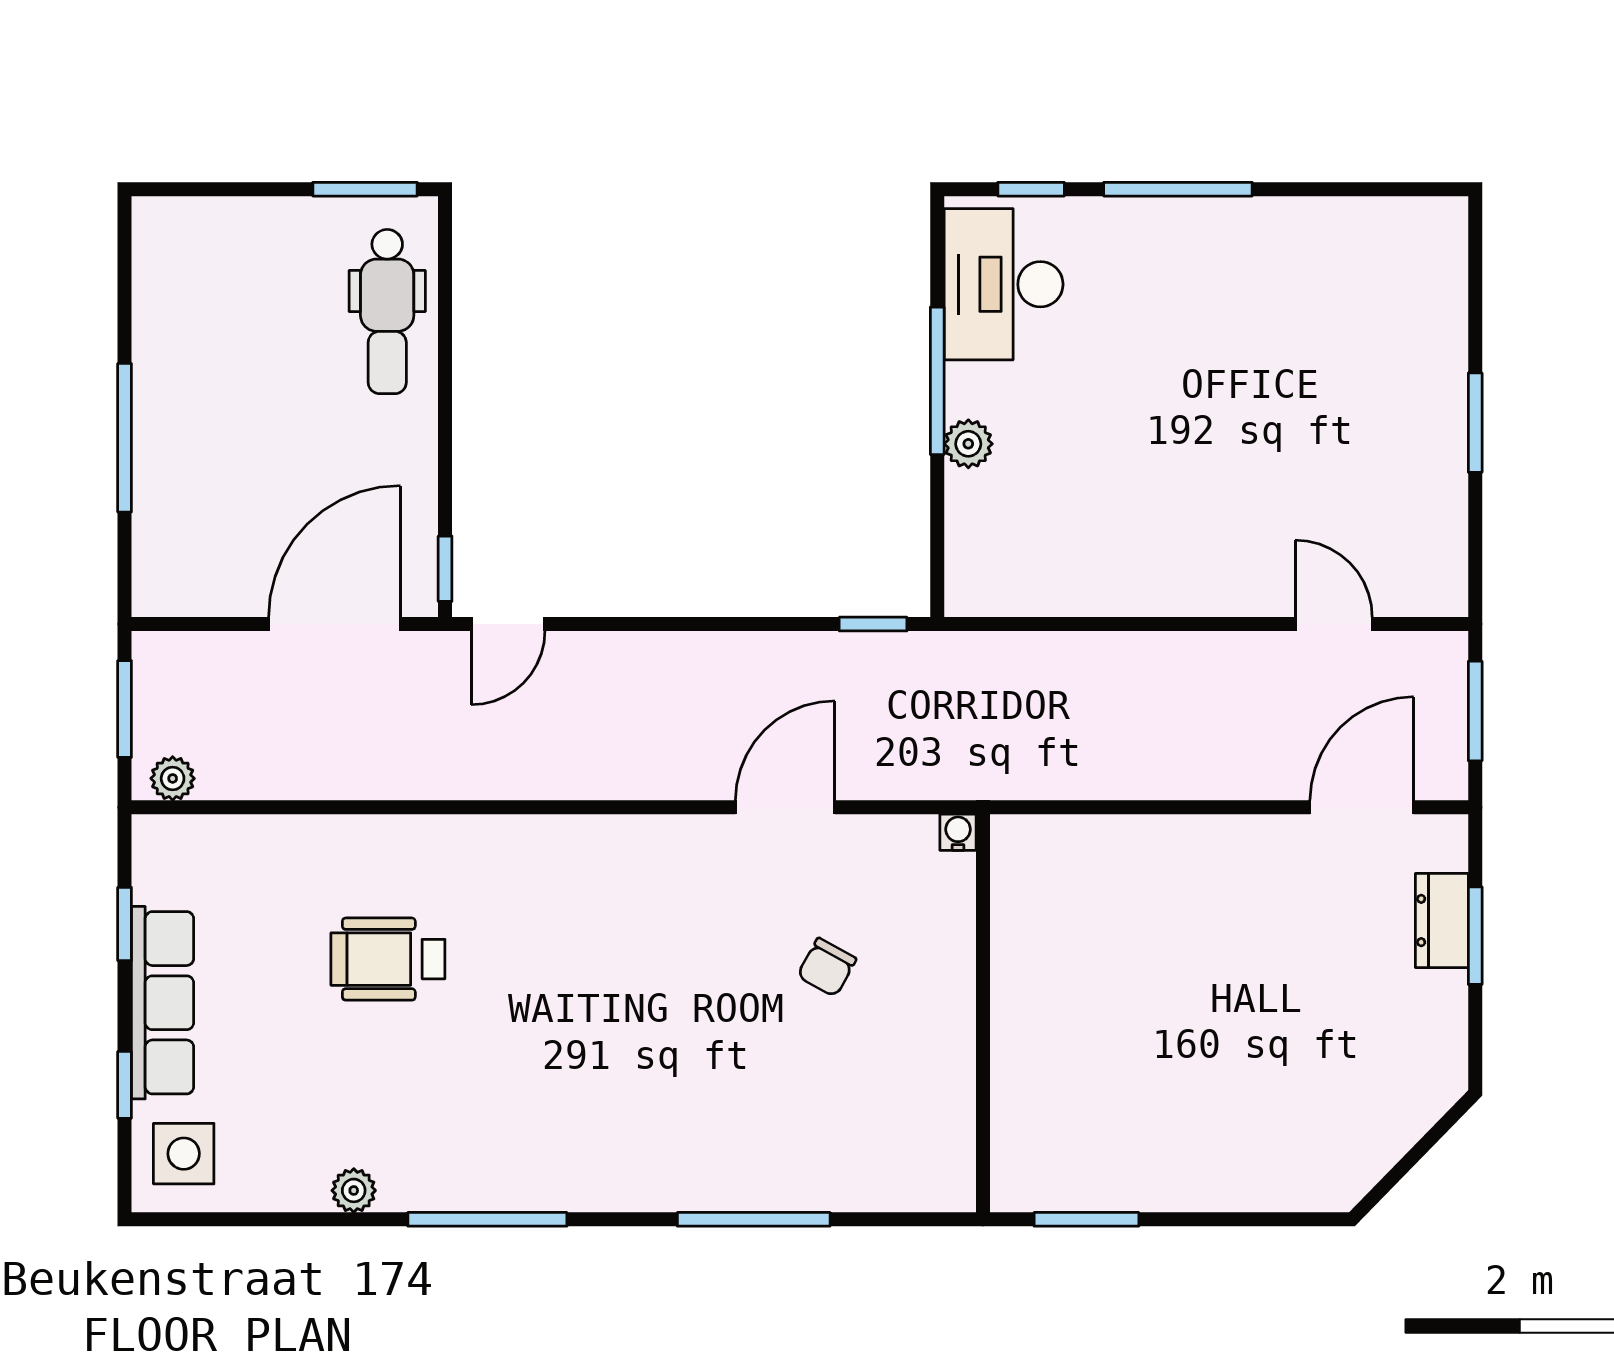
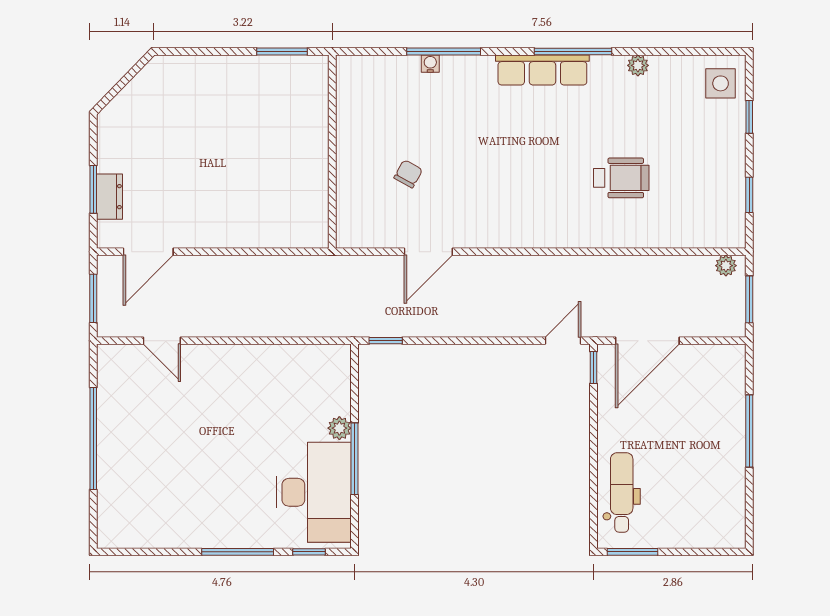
desk: (1004, 284) -> (314, 492), width x1.36, depth x1.30
window: (1475, 423) -> (93, 438), width x2.11
water cooler: (958, 832) -> (430, 64), moved, turned 180
row of seats: (163, 1003) -> (542, 70), moved, turned -90

